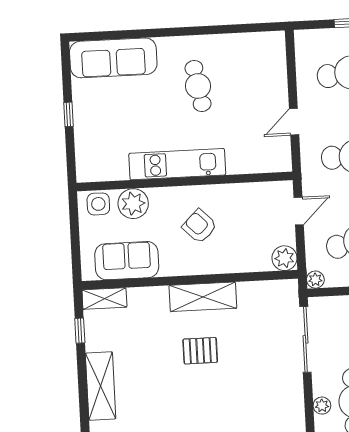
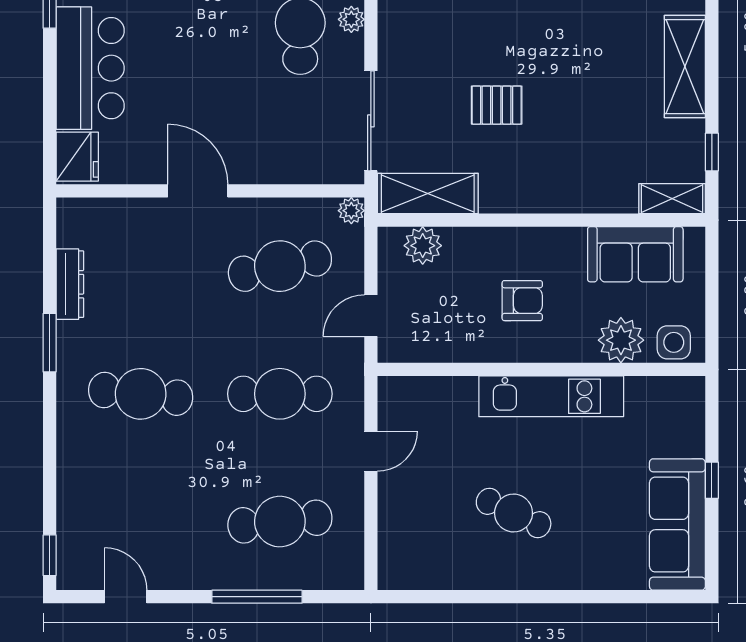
sofa: (113, 58) -> (677, 525), moved, turned -90
cafe table: (198, 86) -> (514, 513), turned -55
armchair: (200, 226) -> (522, 301), turned -45
plant: (284, 258) -> (423, 246), moved
shelving: (203, 297) -> (428, 193), moved
pallet: (200, 351) -> (497, 105), moved

